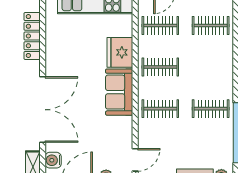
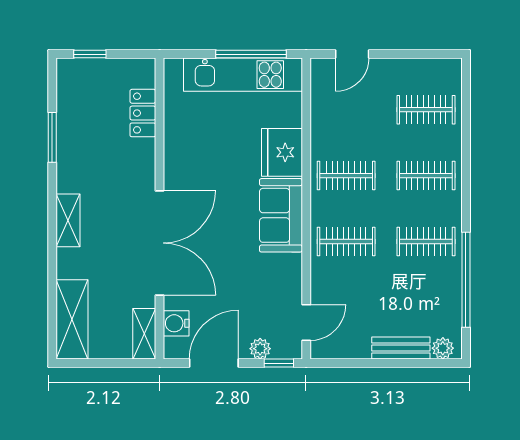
clothes rail: (160, 25) -> (426, 176), moved
locker: (32, 36) -> (143, 113), width x0.66

